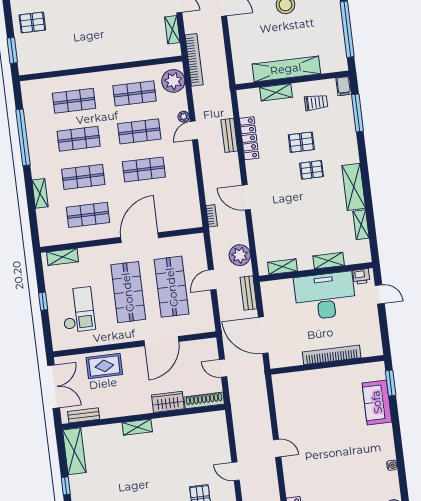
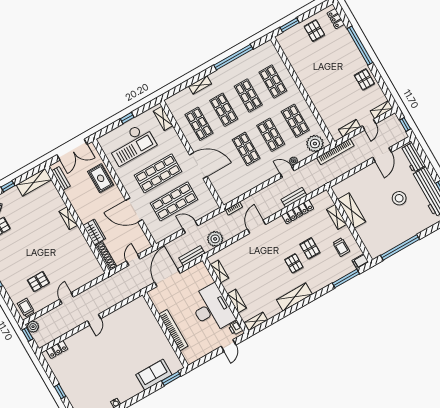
shelving: (286, 69) -> (352, 211), width x0.68
shelving: (361, 225) -> (256, 321), moved
checkout: (78, 310) -> (131, 144), width x1.36, depth x1.21

